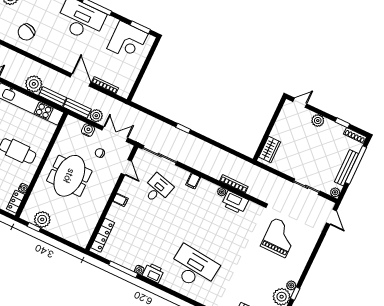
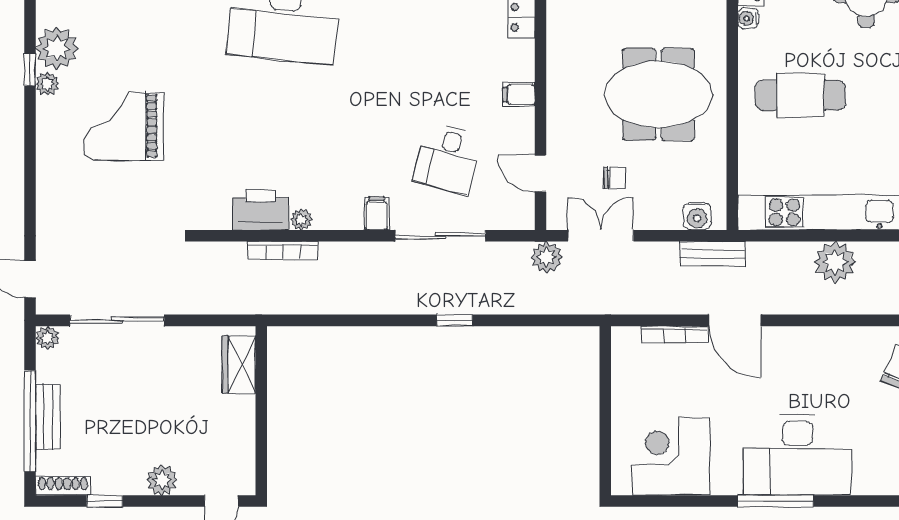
window: (140, 27) -> (657, 501), removed
bench: (53, 97) -> (780, 254), removed
plant: (96, 116) -> (547, 257), moved
water cooler: (88, 130) -> (697, 216), moved
double door: (115, 134) -> (601, 236), swing flipped
sliding door: (160, 155) -> (440, 236), moved
bench: (347, 168) -> (48, 417), width x0.73
meeting table: (69, 176) -> (659, 94), turned 90
sliding door: (307, 187) -> (117, 320), width x1.37
grand piano: (279, 238) -> (123, 126), moved, turned 90

